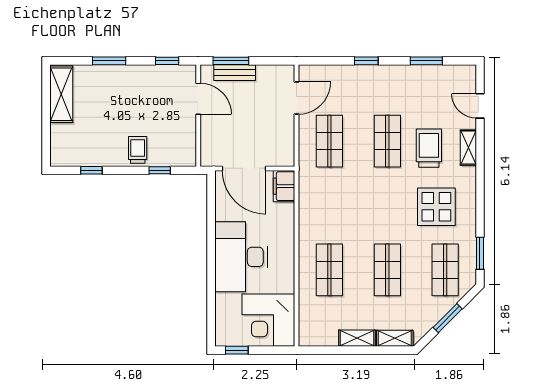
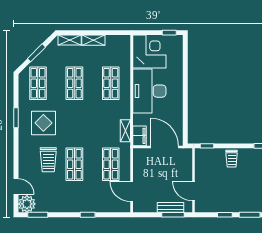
window: (167, 61) -> (225, 215), moved
window: (426, 61) -> (38, 215), moved
plant: (463, 78) -> (27, 204), added
door: (296, 98) -> (132, 191), hinge flipped
shelving: (468, 148) -> (125, 131), moved
window: (160, 170) -> (207, 146), moved
window: (480, 253) -> (16, 118), moved
desk: (241, 257) -> (149, 91), moved, turned 180

